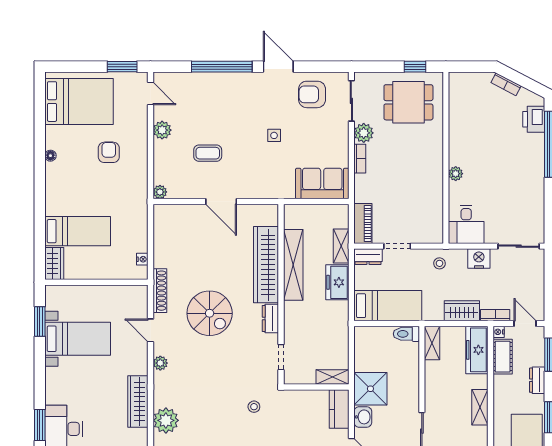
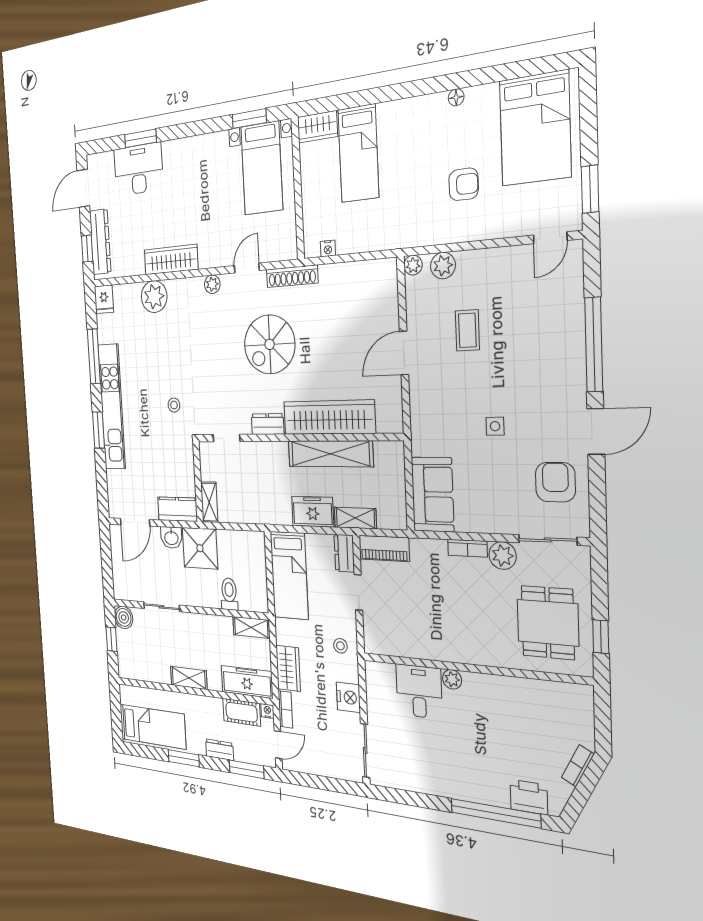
plant: (162, 130) -> (443, 266), moved
desk: (466, 224) -> (419, 691), moved, turned 90
toilet: (406, 334) -> (229, 594), moved
bed with nightstands: (78, 339) -> (262, 168), moved

